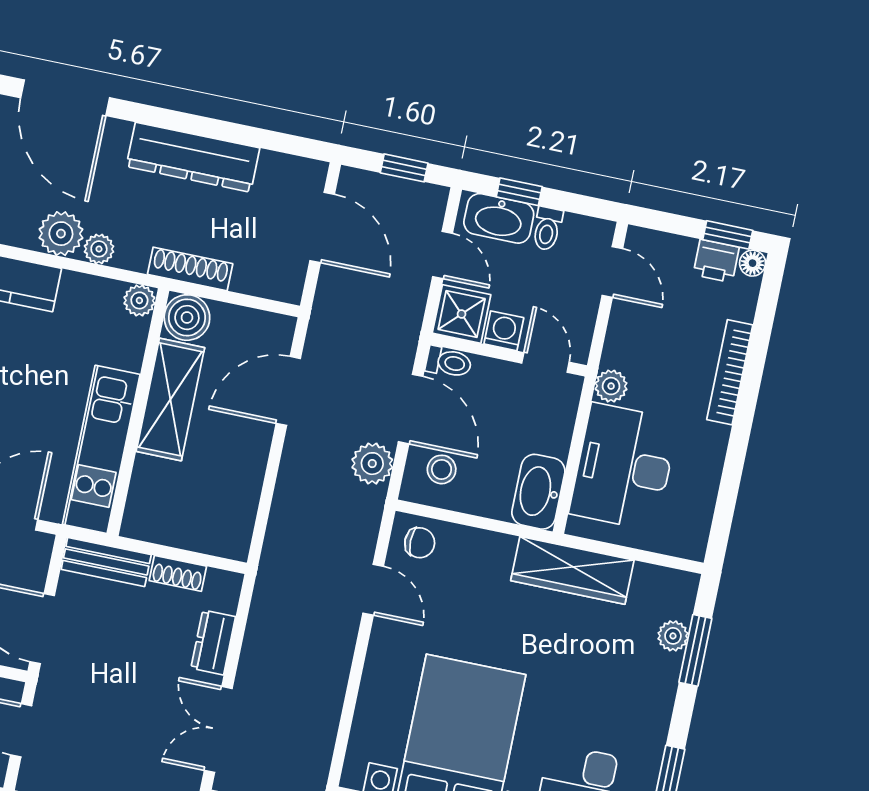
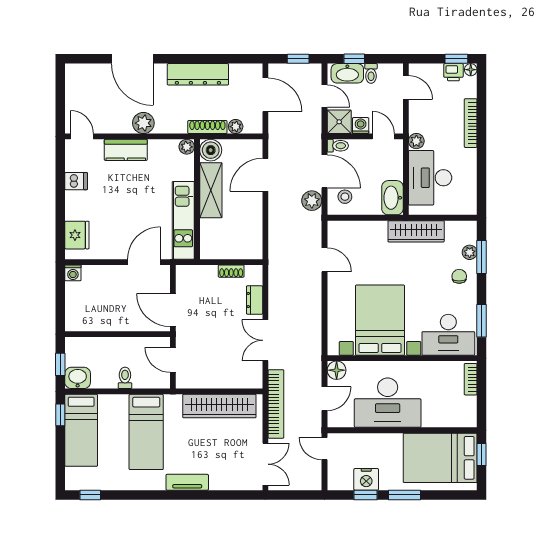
plant: (99, 249) -> (236, 127), moved
chair: (420, 543) -> (459, 276), moved, turned -90
bench: (106, 562) -> (197, 273), removed

